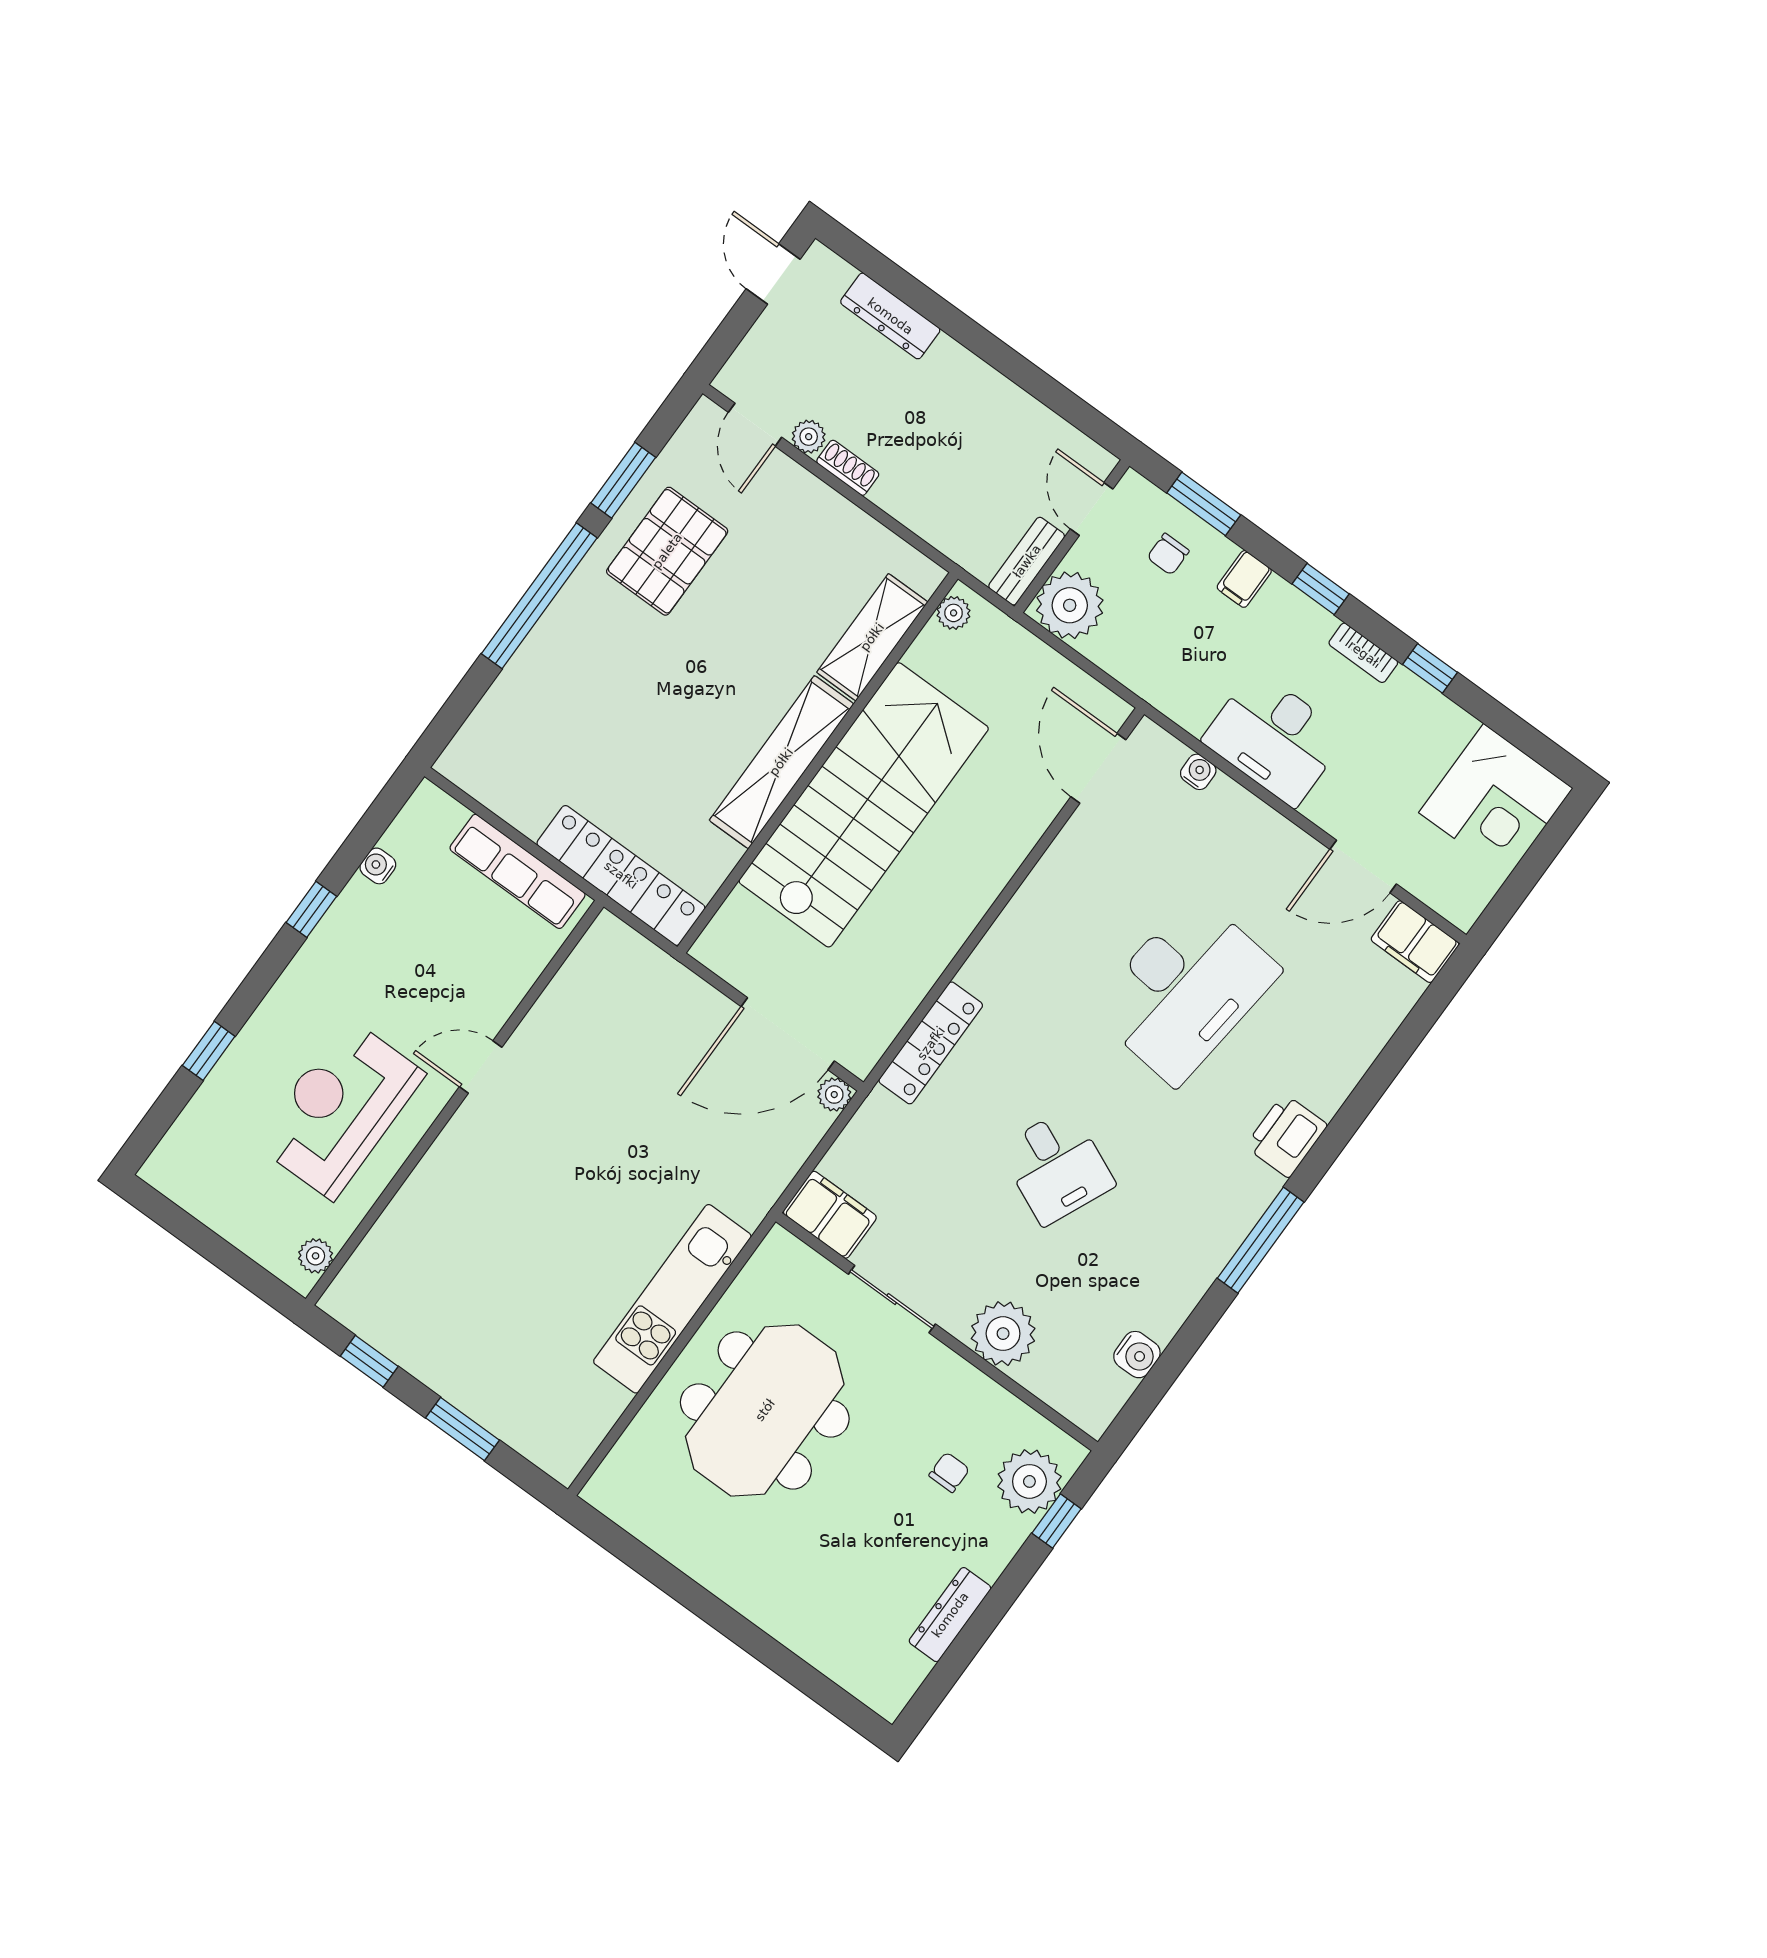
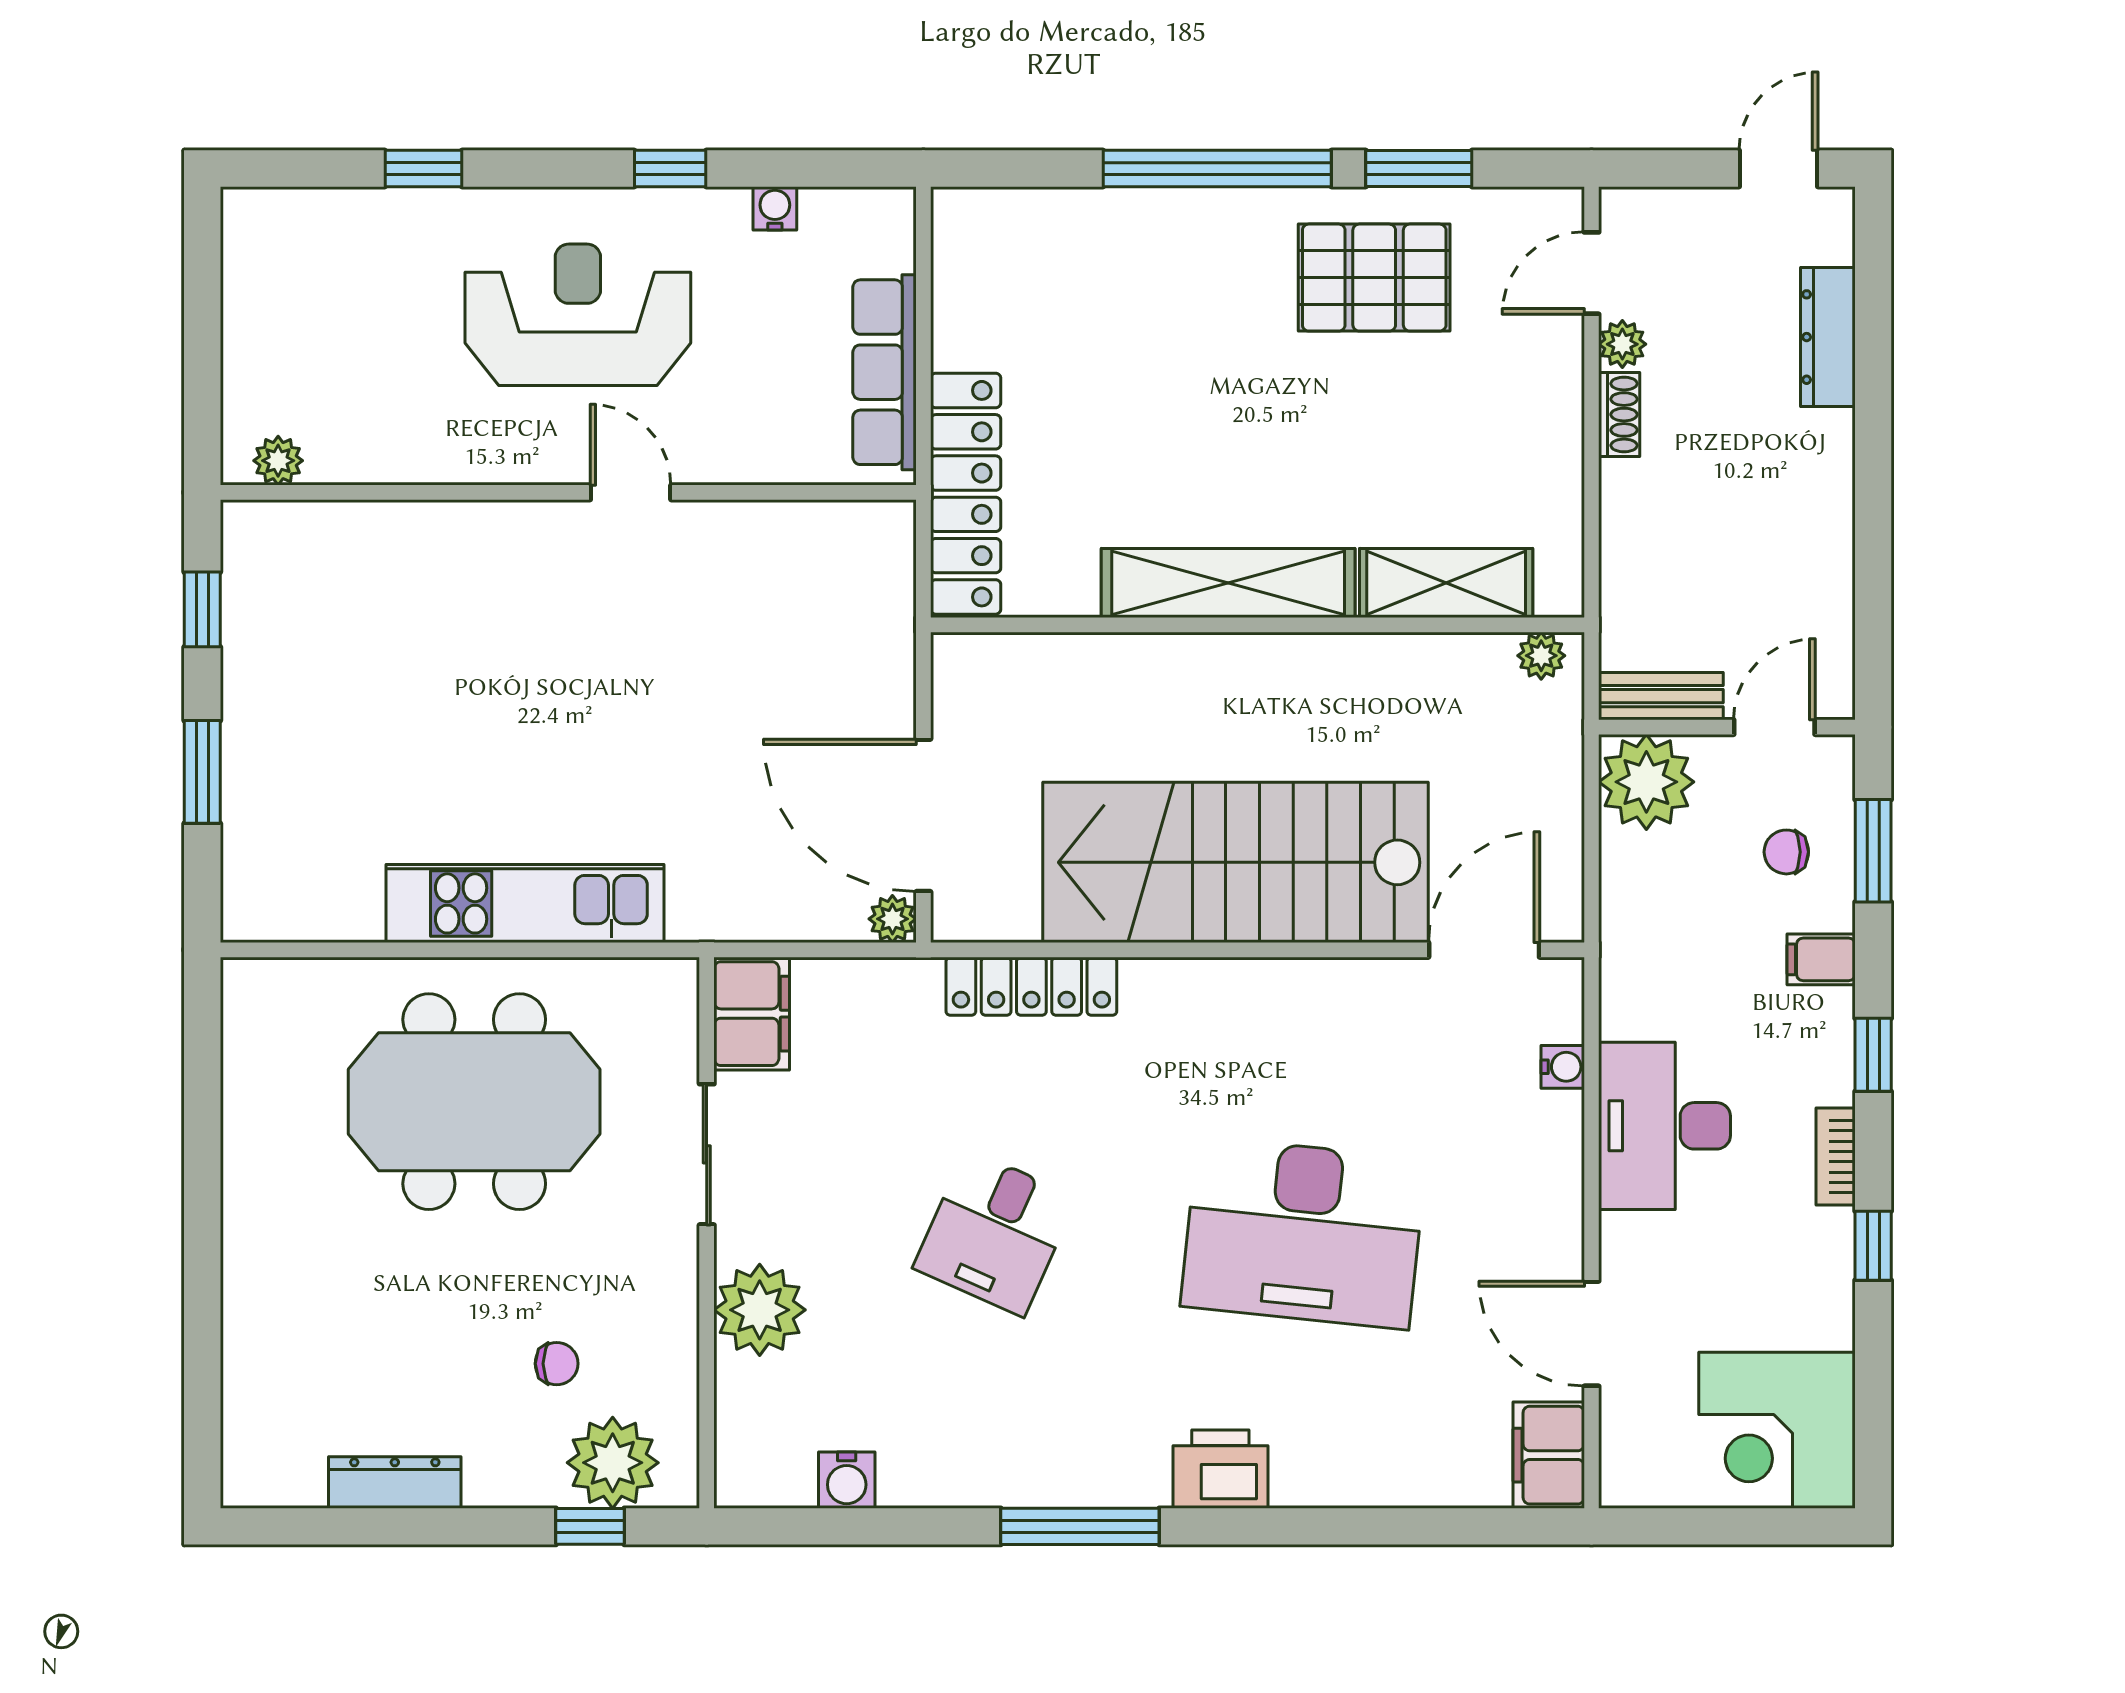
stairs: (864, 805) -> (1236, 862), moved, turned 180
reception desk: (340, 1109) -> (578, 315), moved

